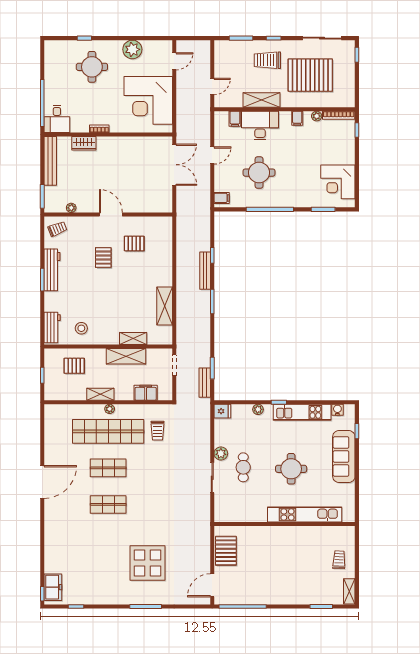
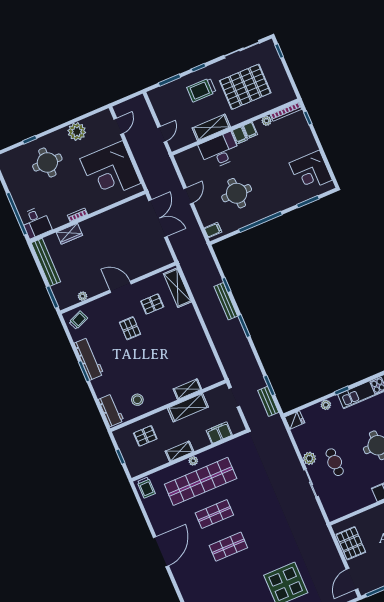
filing cabinet: (235, 119) -> (239, 135), moved
shelving: (165, 306) -> (177, 288), moved
trolley: (157, 431) -> (146, 488), moved

